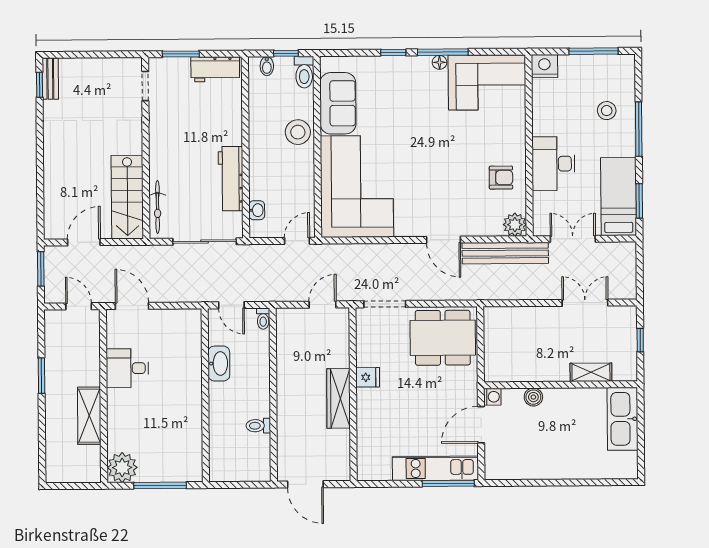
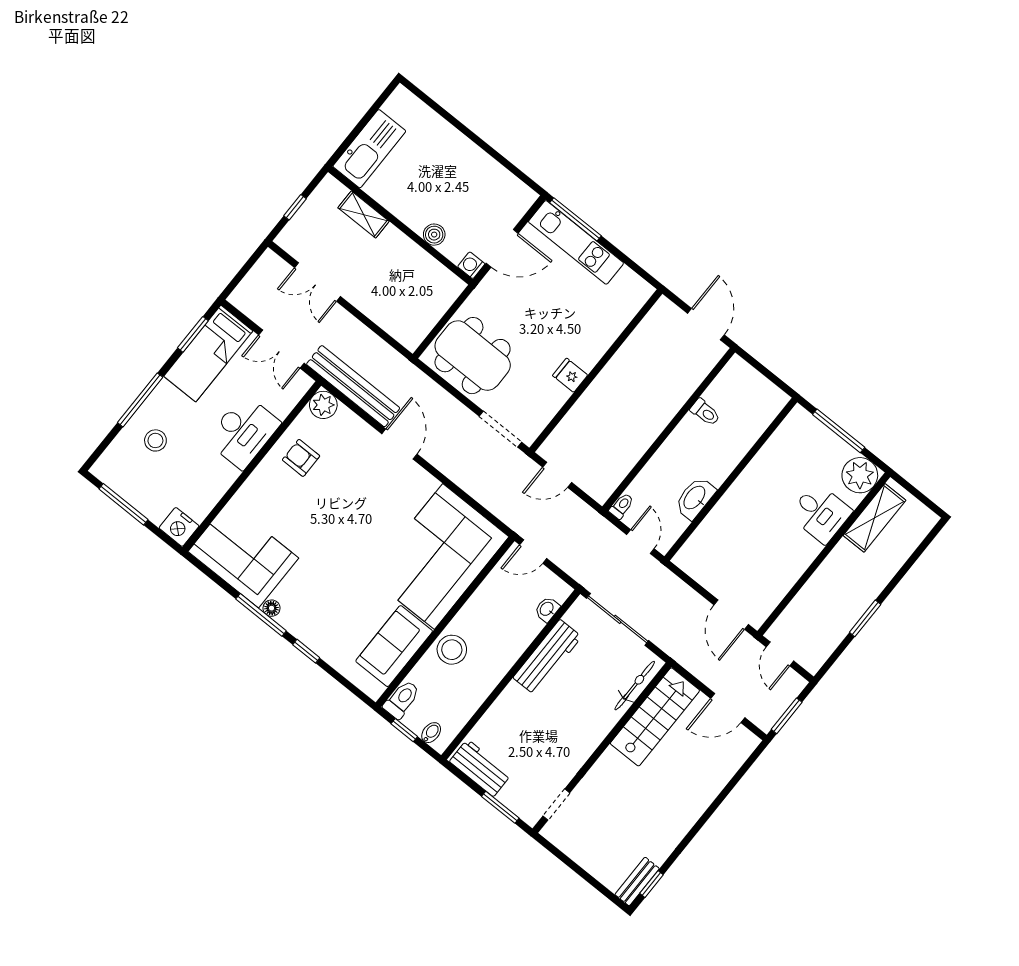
desk: (127, 368) -> (820, 513), moved
wardrobe: (339, 398) -> (612, 378), removed
shelving: (89, 416) -> (874, 518), moved

